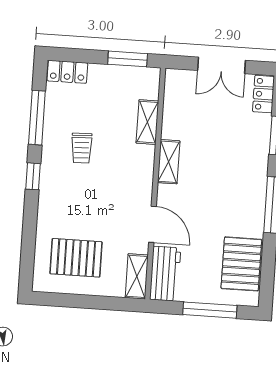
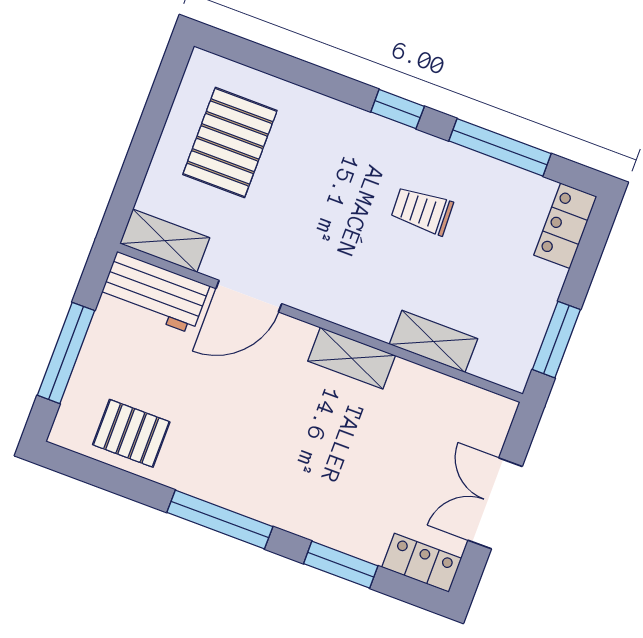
pallet: (241, 264) -> (131, 433), width x0.67, depth x0.71

